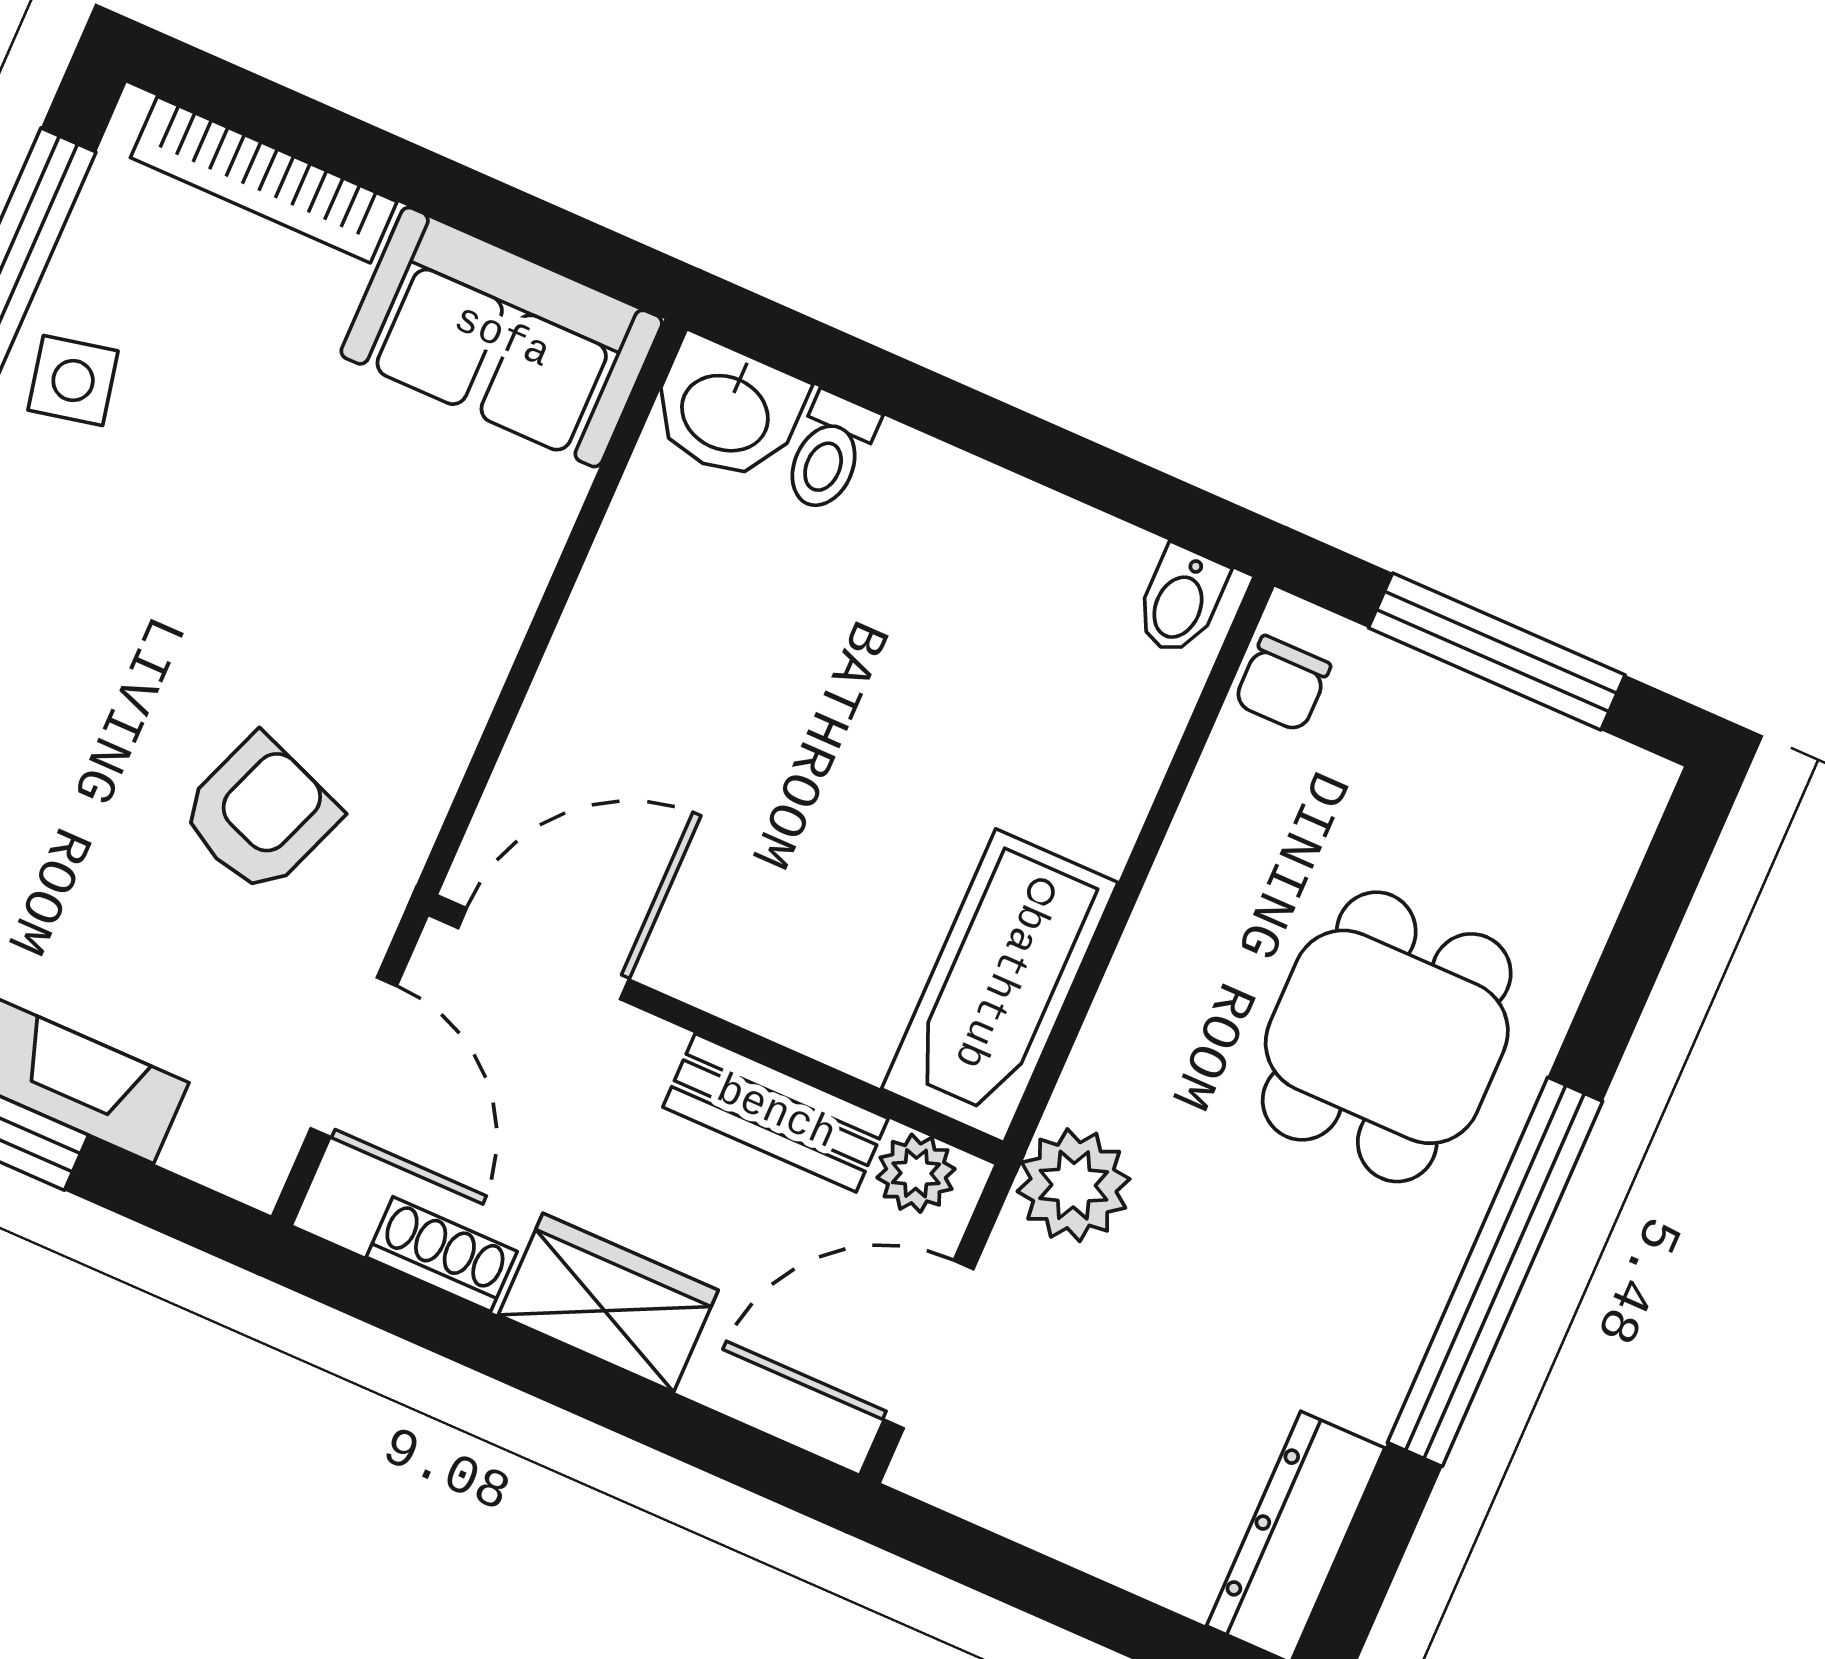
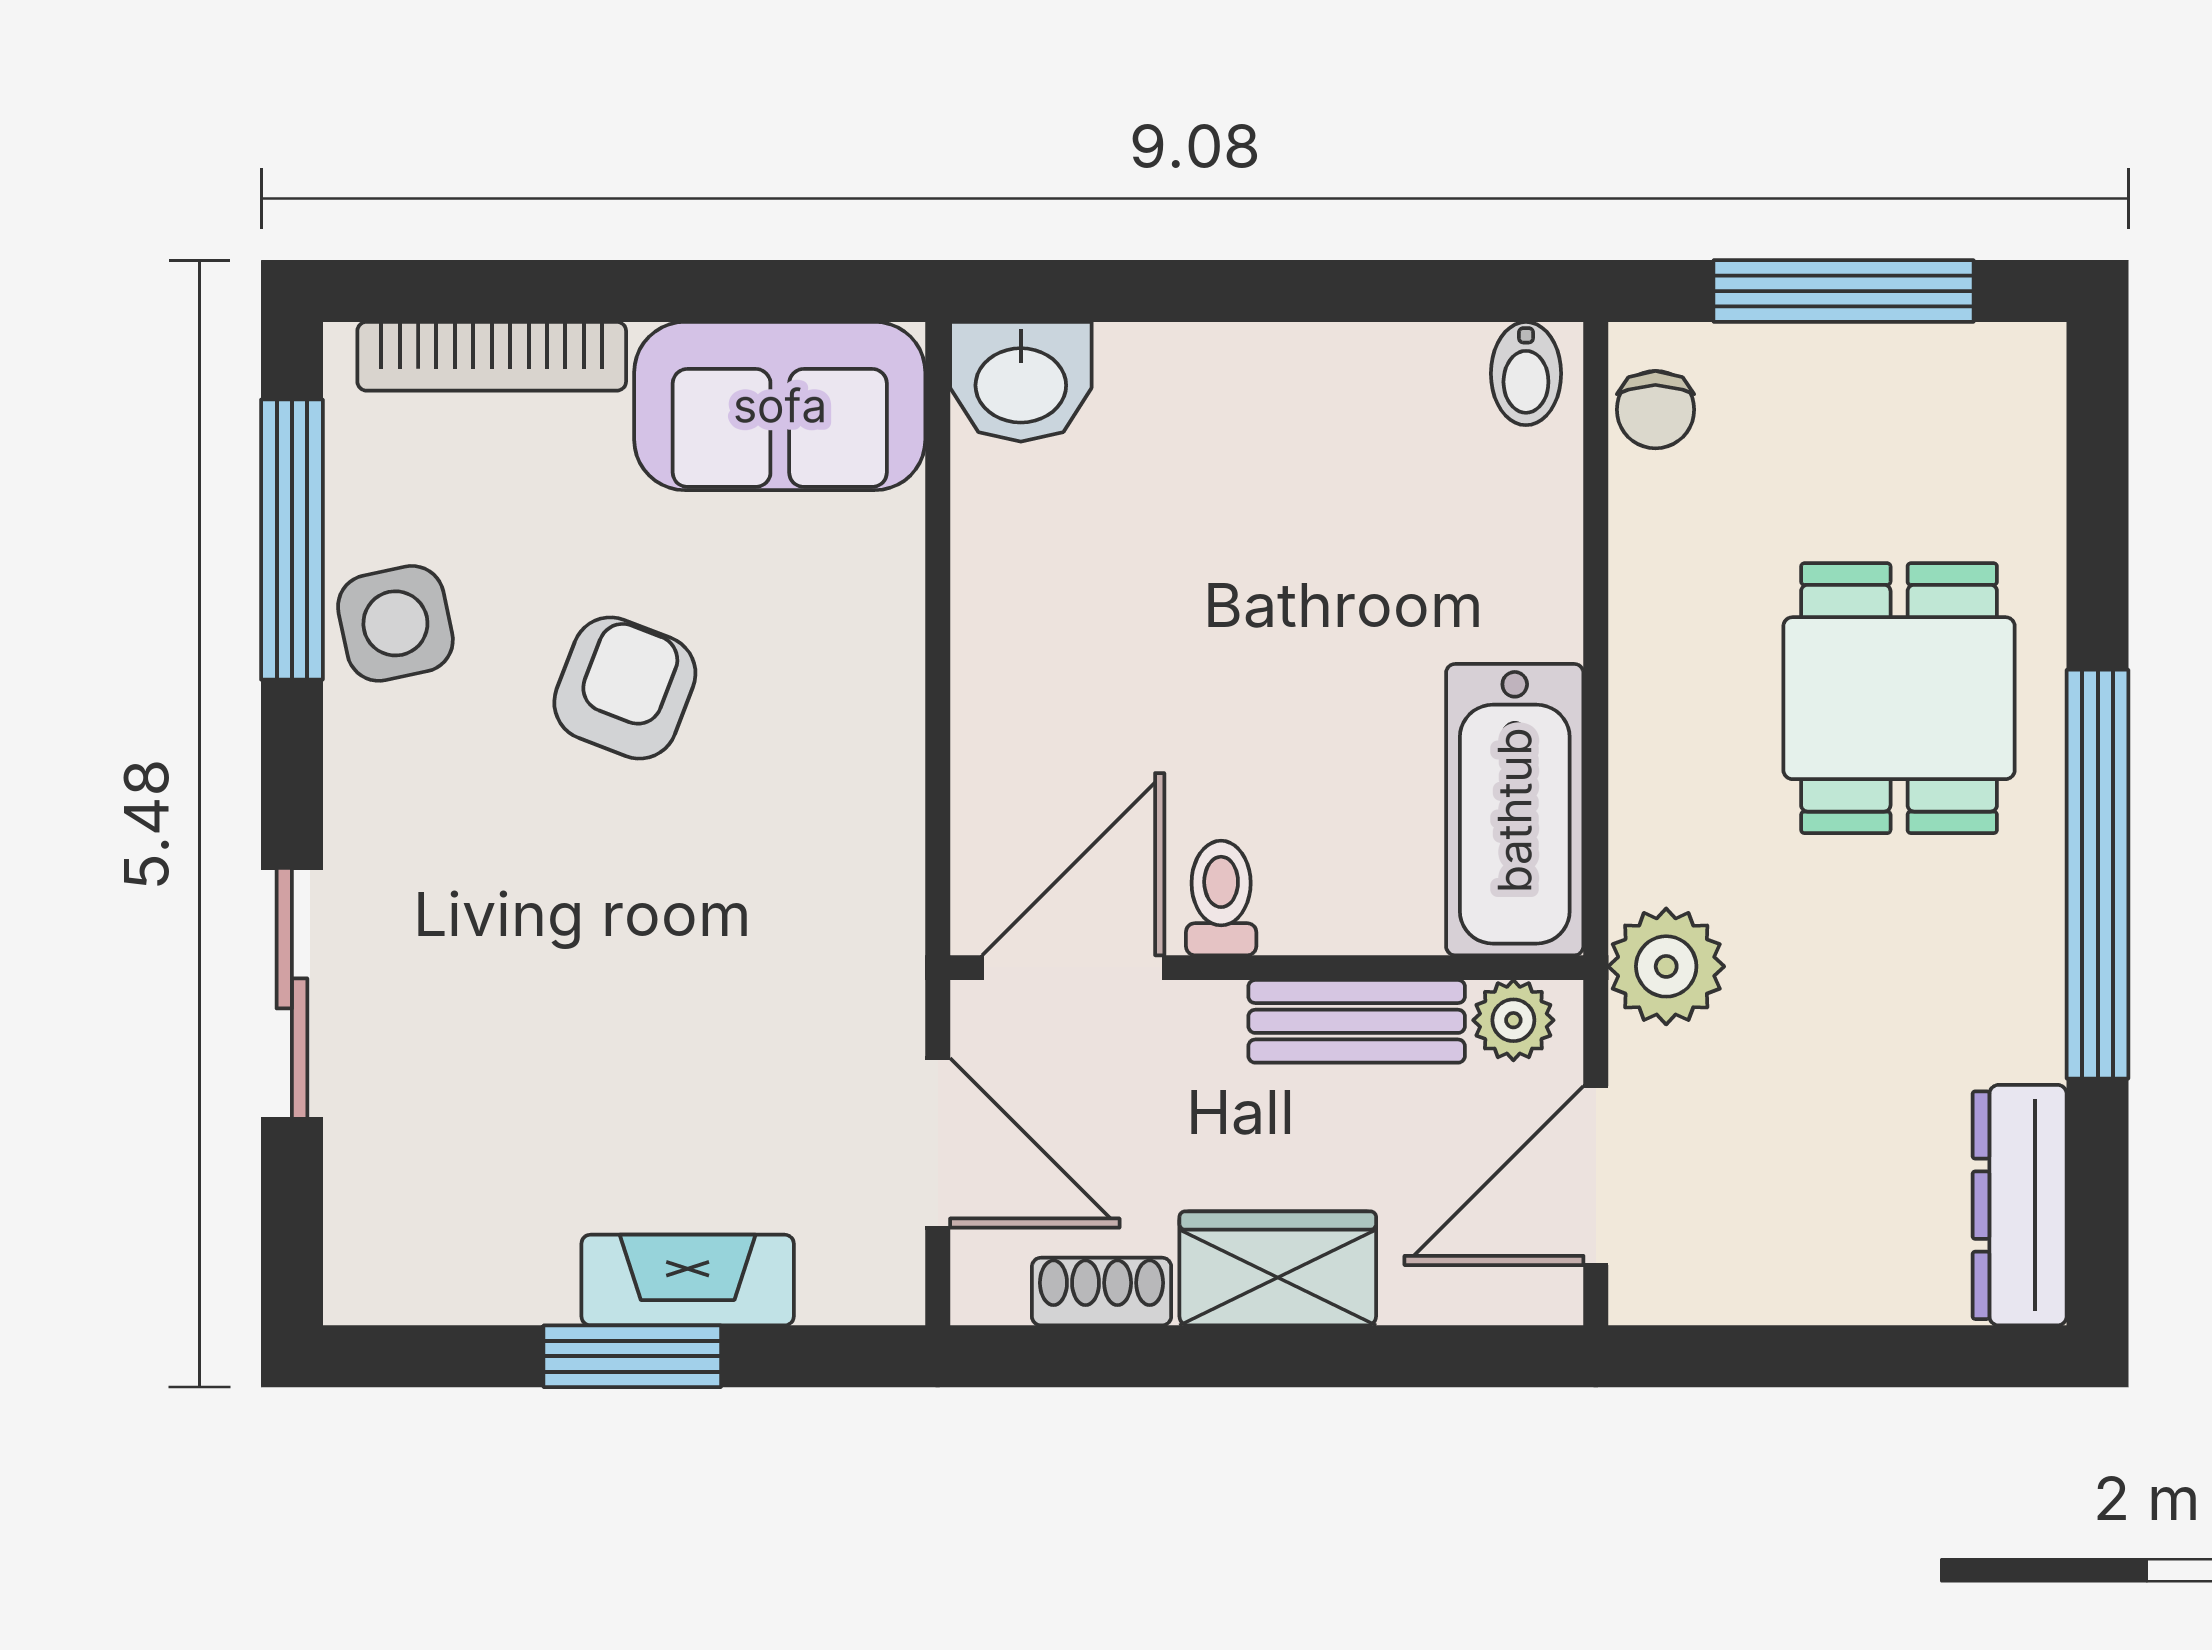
side table: (73, 381) -> (395, 623), width x1.37, depth x1.37
toilet: (829, 452) -> (1221, 898), moved, turned 180
armchair: (260, 814) -> (625, 688), moved

